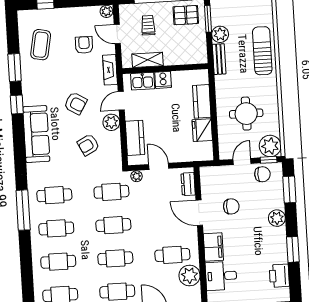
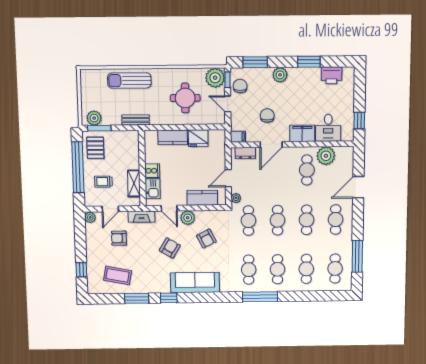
plant: (220, 34) -> (94, 118), moved
filing cabinet: (206, 175) -> (238, 137), added

